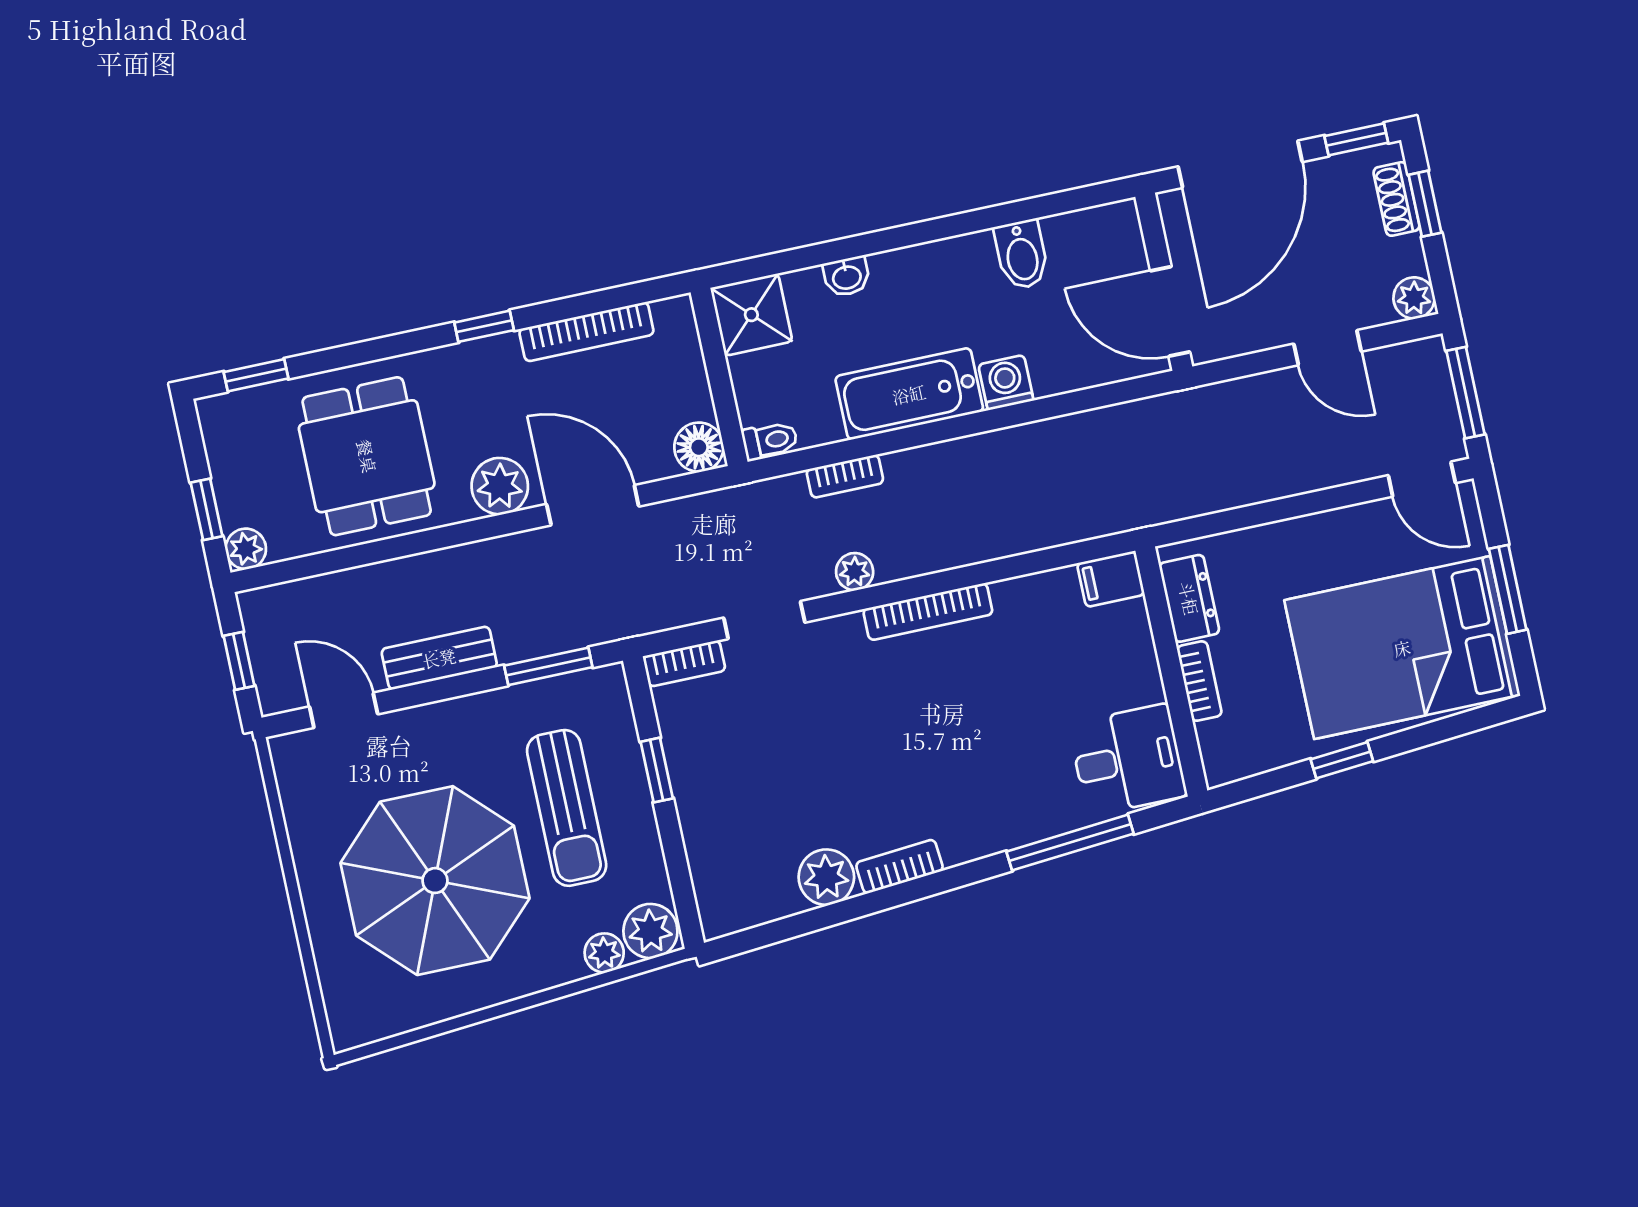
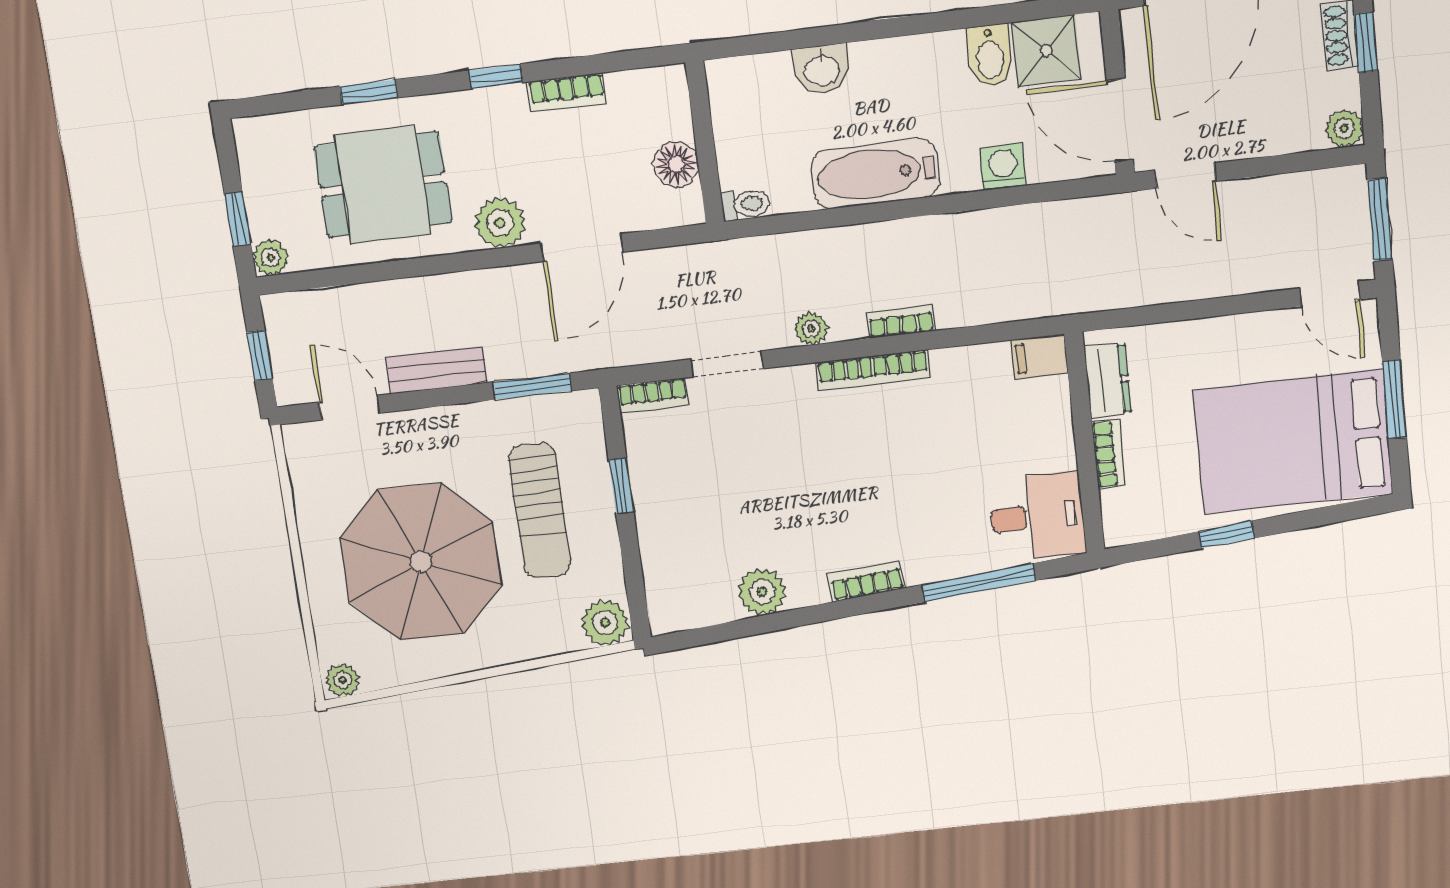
washbasin: (847, 277) -> (822, 69), width x1.38, depth x1.45
shower: (751, 315) -> (1046, 51), moved
bookcase: (586, 332) -> (567, 93), width x0.64
door: (1328, 348) -> (1185, 176), moved
window: (256, 375) -> (369, 92), moved
washing machine: (1006, 383) -> (1003, 167), moved
floor lamp: (699, 447) -> (676, 164), moved
dining table: (367, 456) -> (383, 185), turned 90
bookcase: (845, 476) -> (901, 322), moved, turned 180
door: (593, 505) -> (582, 248), swing flipped
bookcase: (899, 867) -> (867, 581), moved
plant: (604, 953) -> (343, 680), moved

